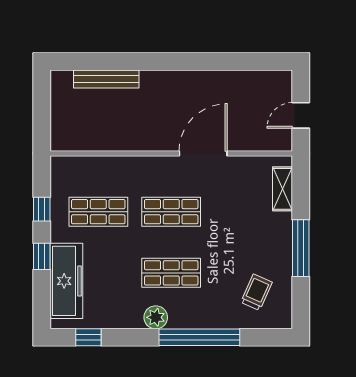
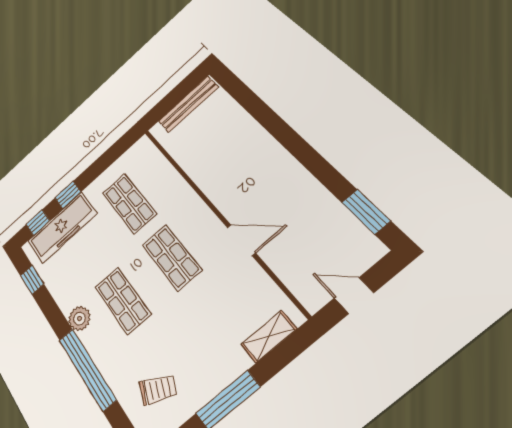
window: (256, 62) -> (366, 212), added
bench: (106, 79) -> (188, 104), moved, turned 90
door: (203, 154) -> (241, 240), width x0.73
window: (42, 209) -> (38, 223), moved

